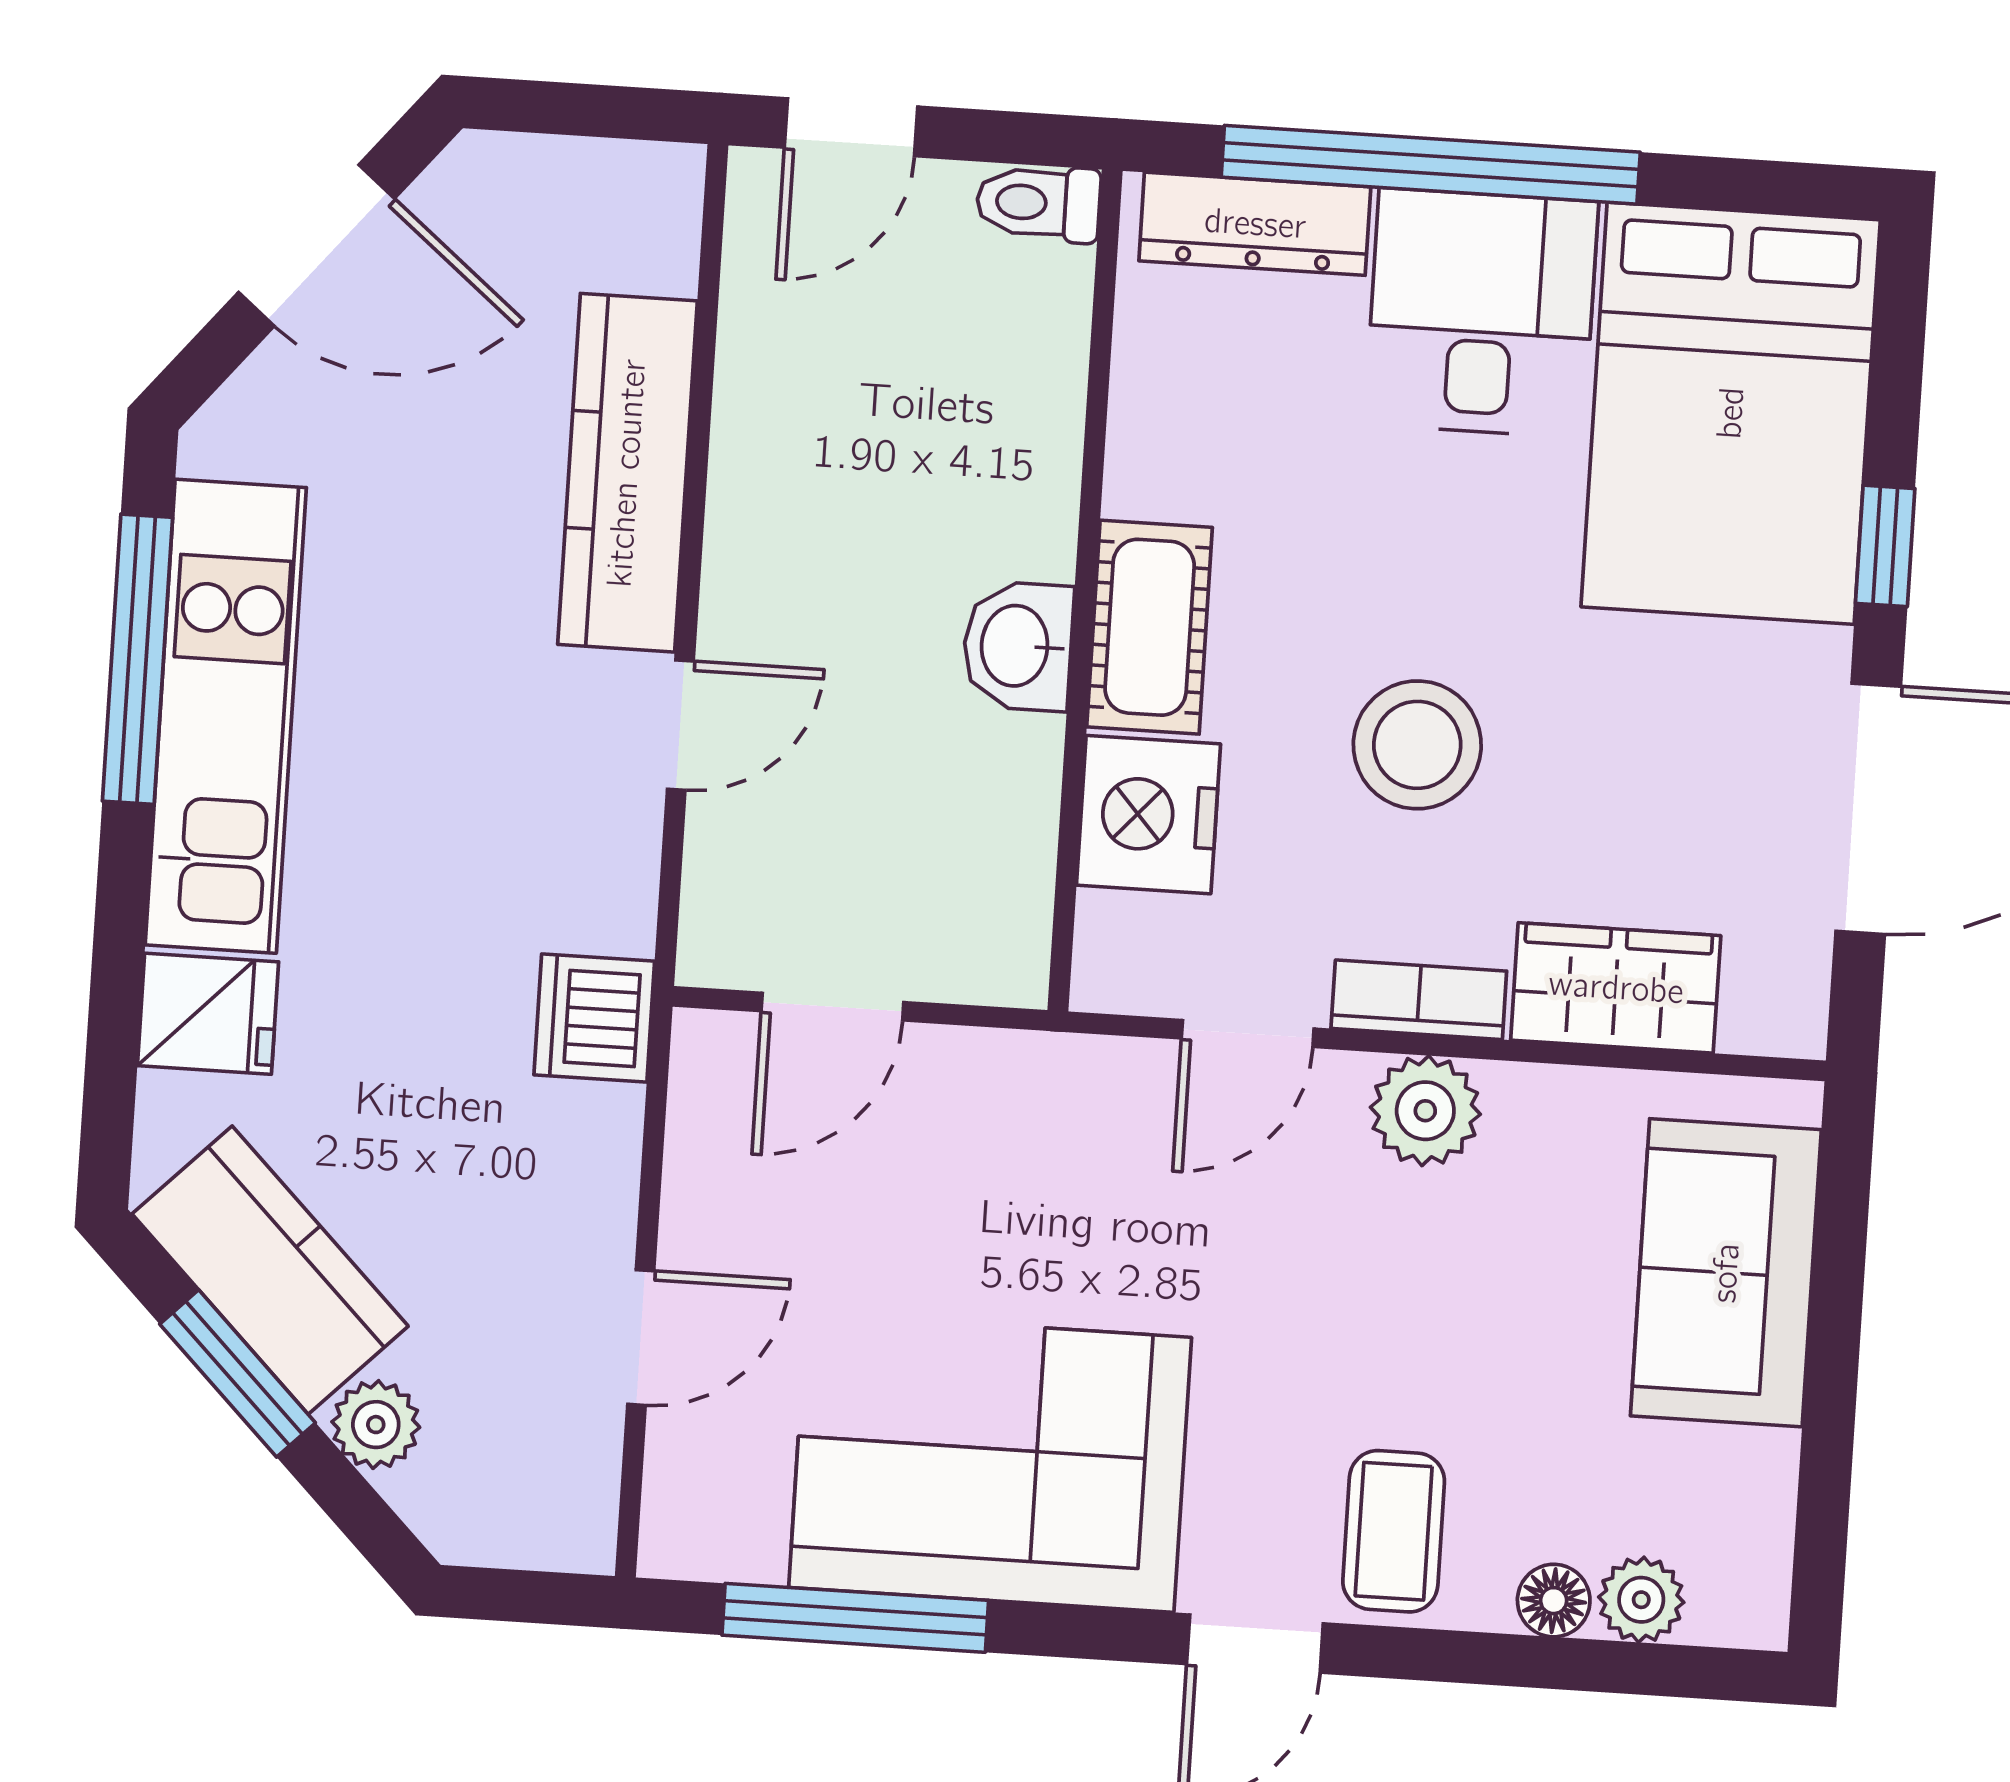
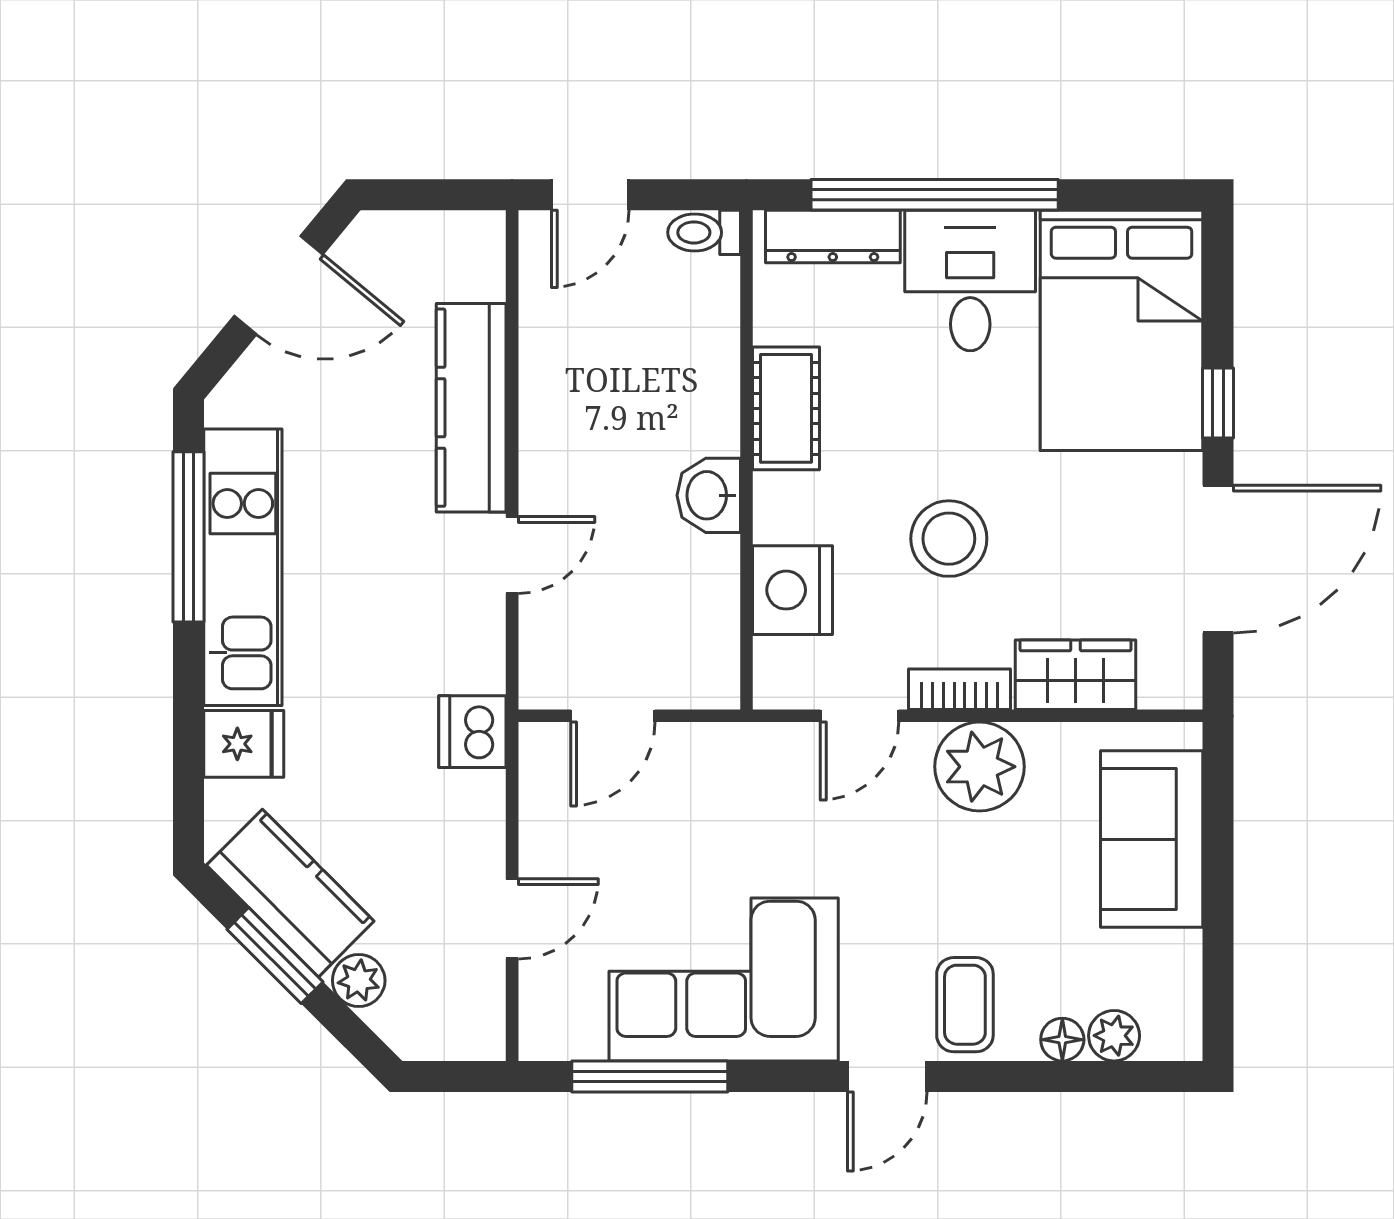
cot: (1150, 627) -> (786, 408), moved
plant: (1425, 1111) -> (979, 767), width x1.36, depth x1.36

